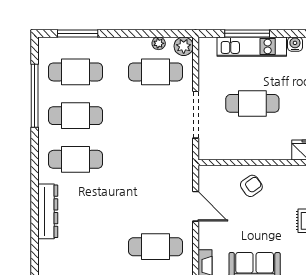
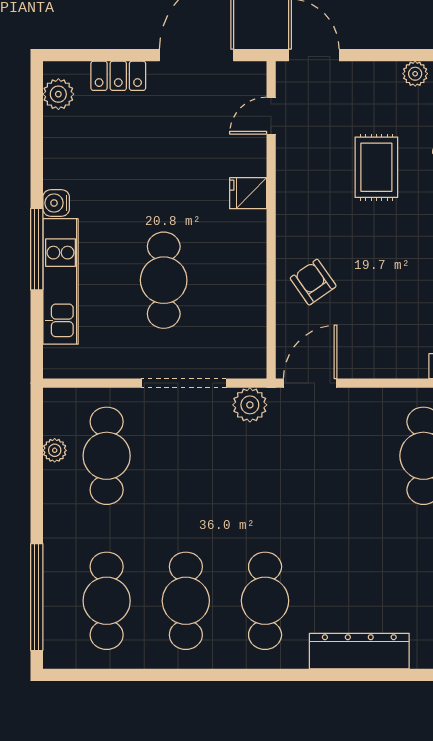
window: (78, 33) -> (37, 597), width x1.46
window: (247, 33) -> (37, 249), moved
plant: (184, 46) -> (250, 405), moved
window: (35, 96) -> (150, 675), removed
door: (196, 206) -> (310, 383), moved

